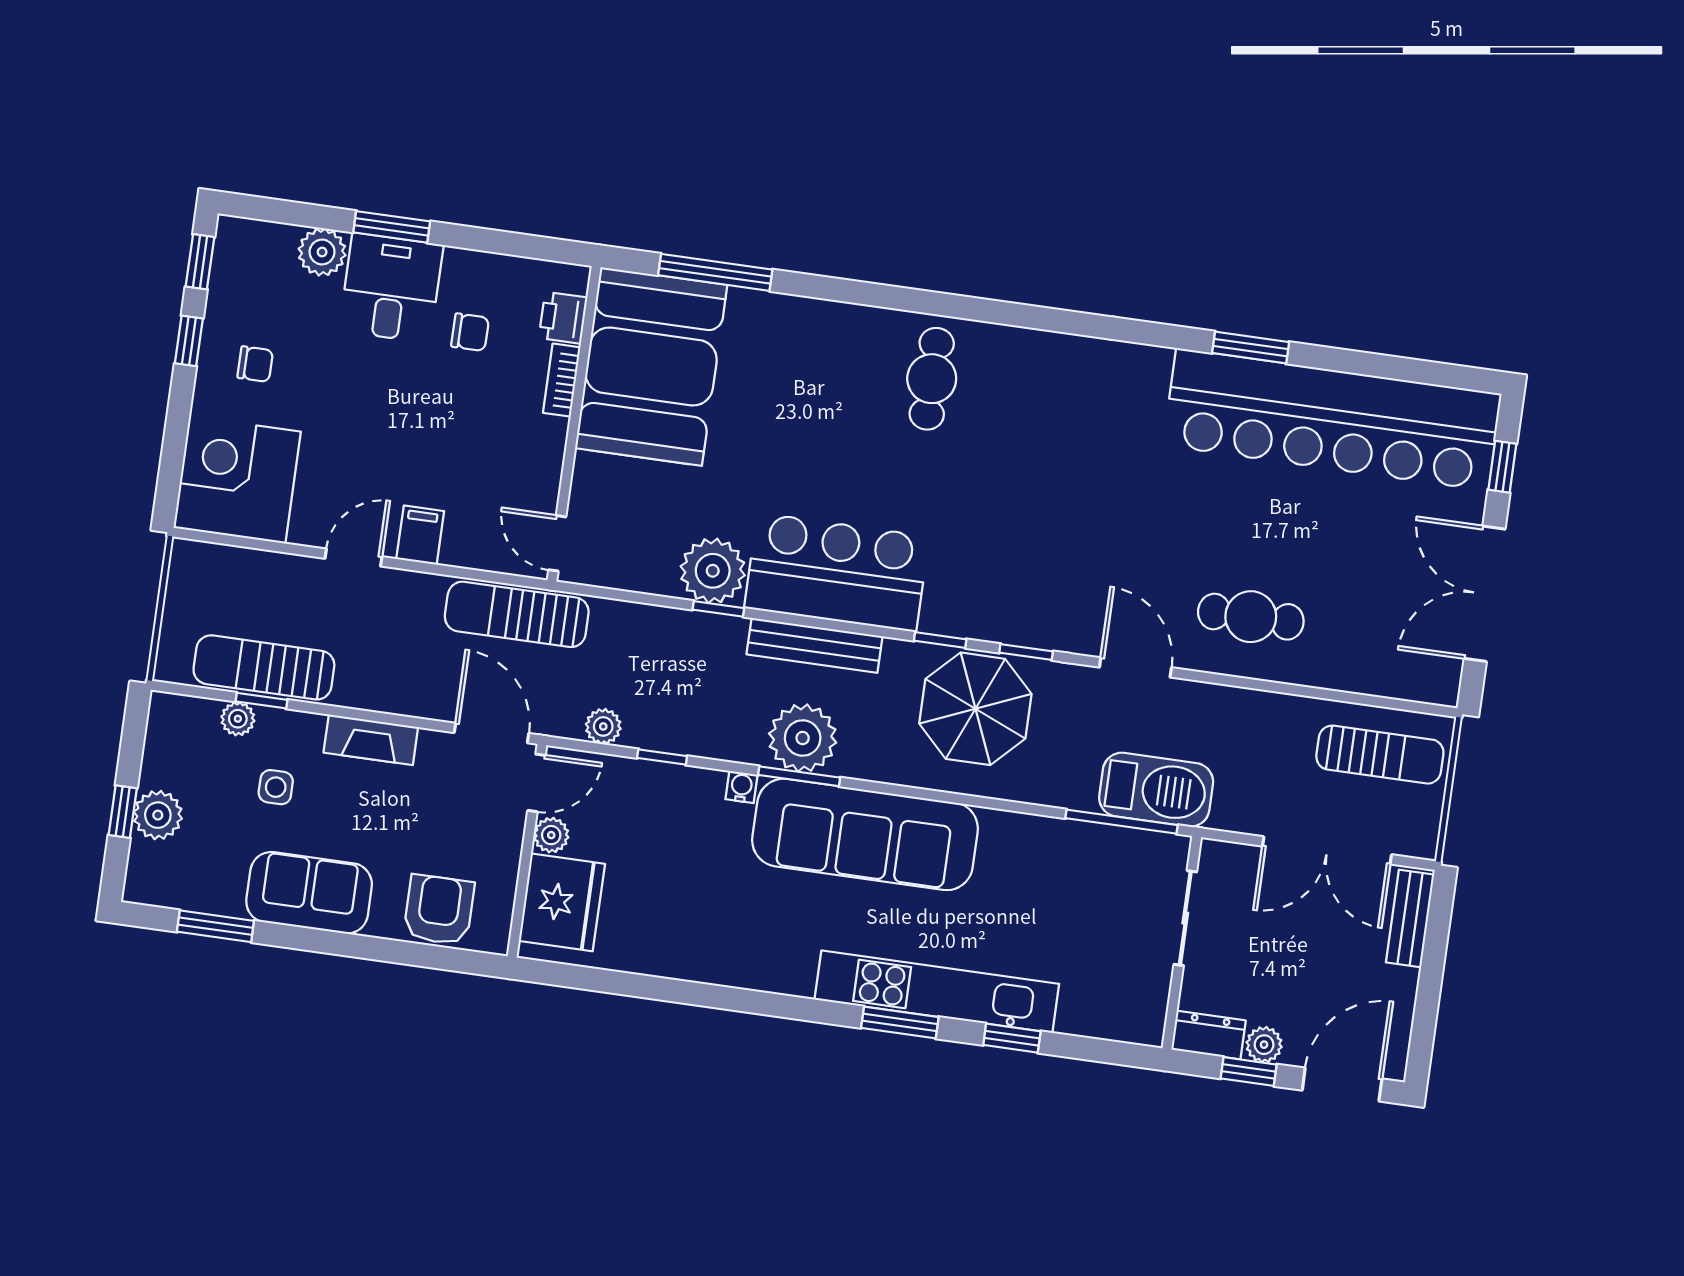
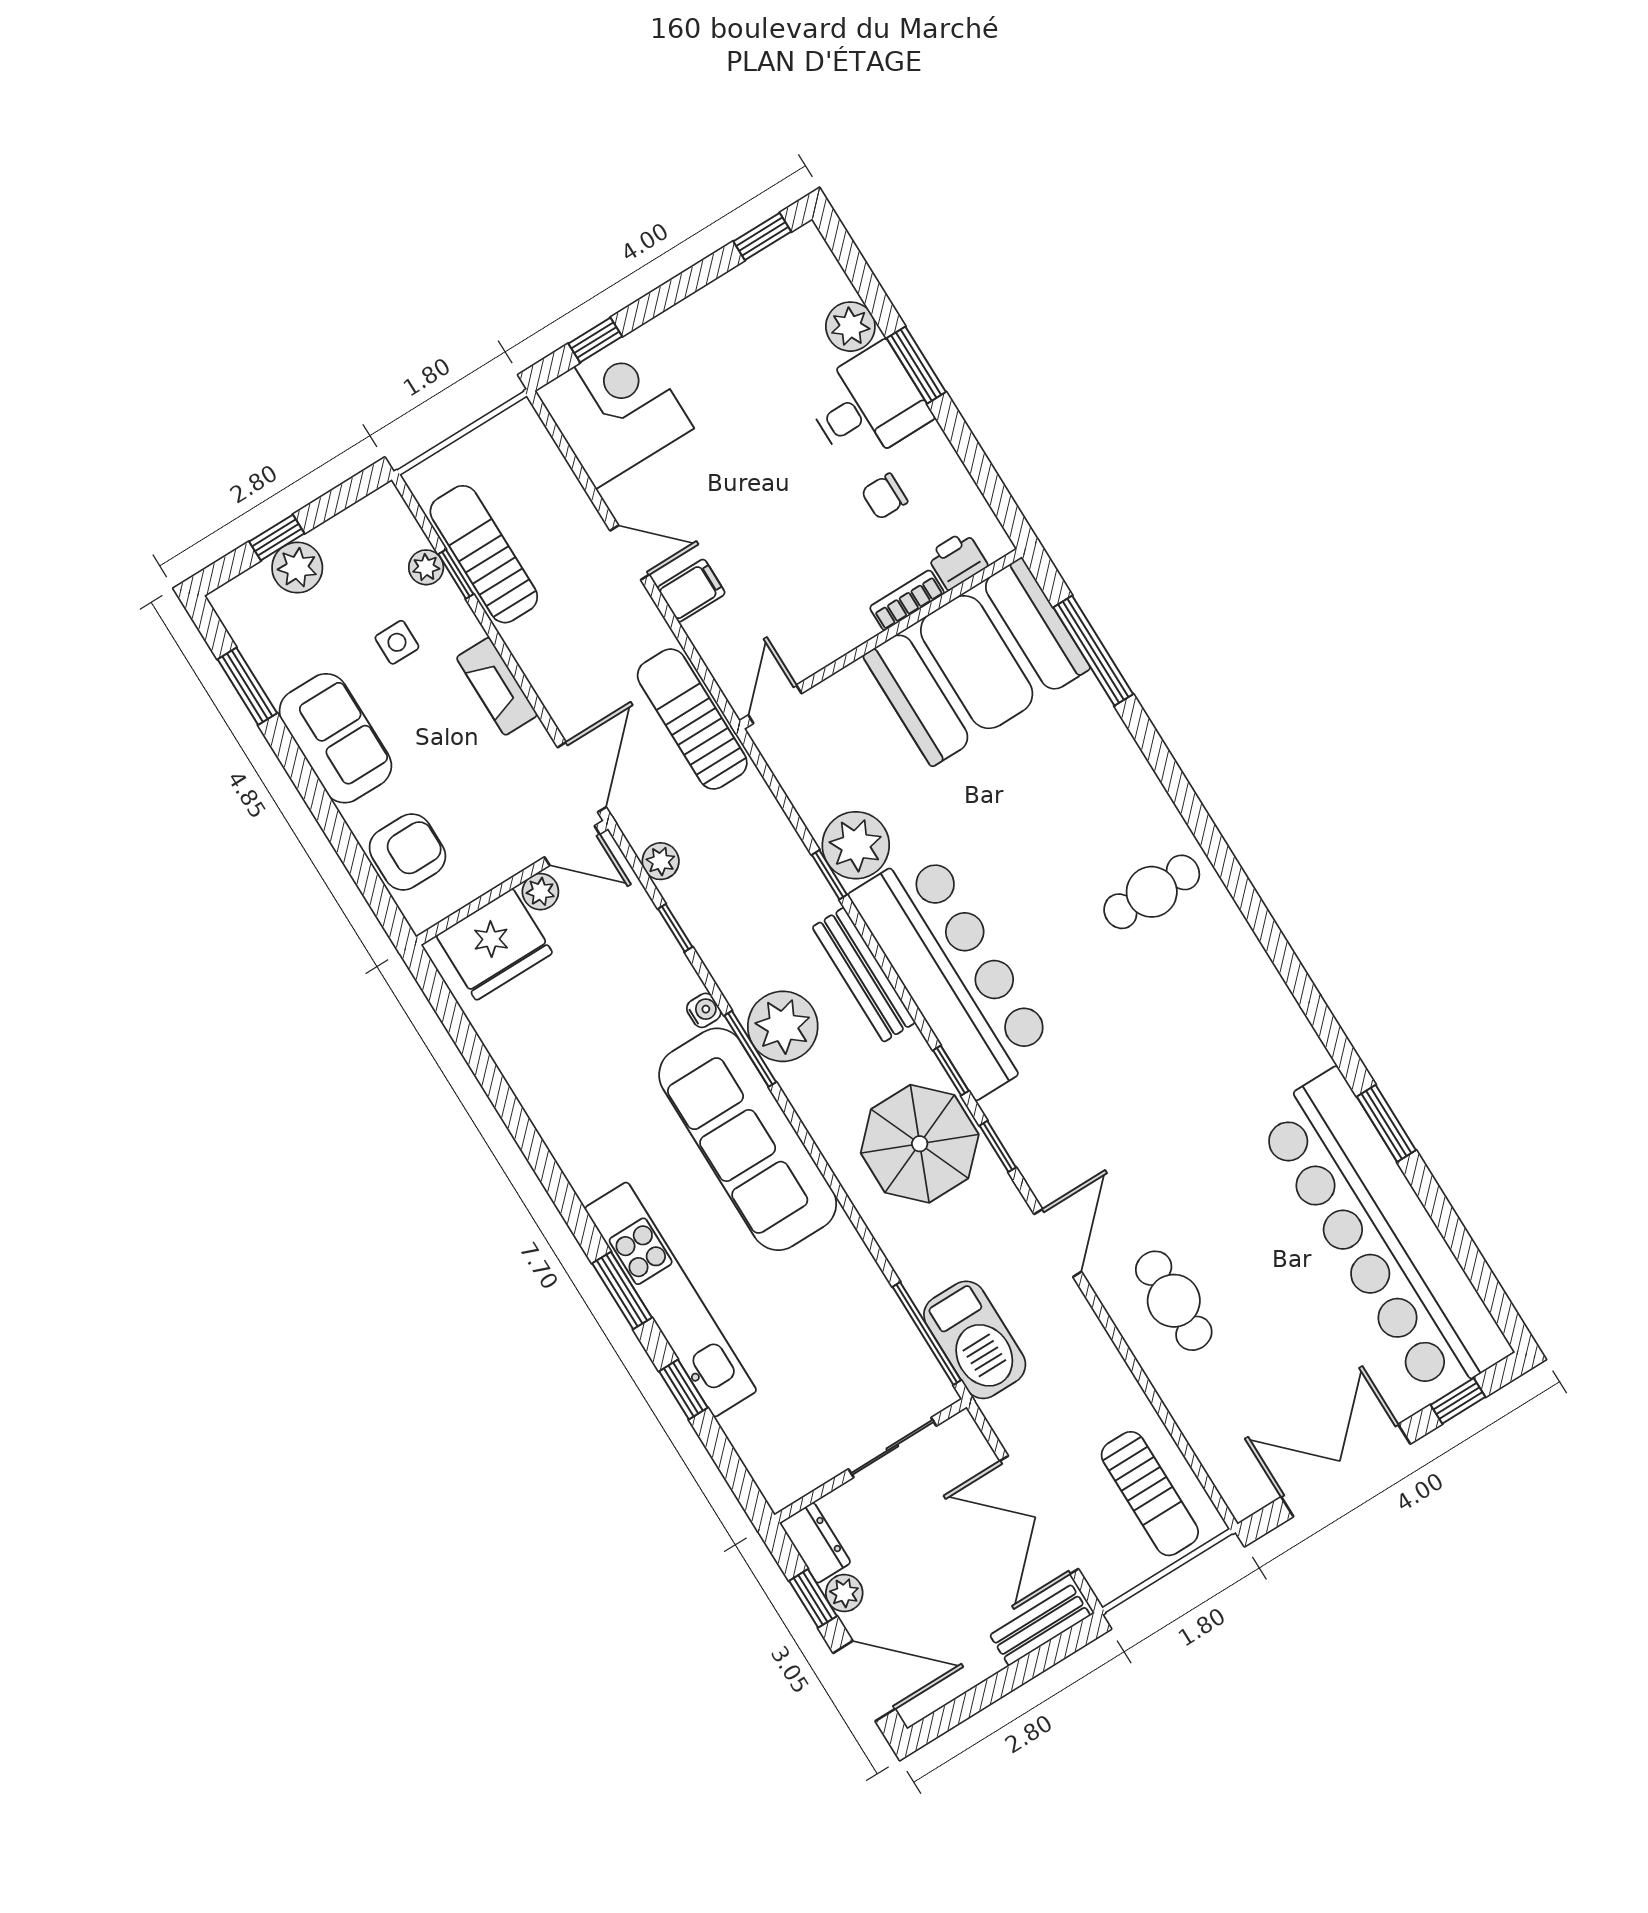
chair: (470, 332) -> (885, 496), turned 90
window: (189, 341) -> (595, 340), moved
chair: (255, 364) -> (718, 348), removed
bar counter: (837, 572) -> (953, 972), width x1.36

